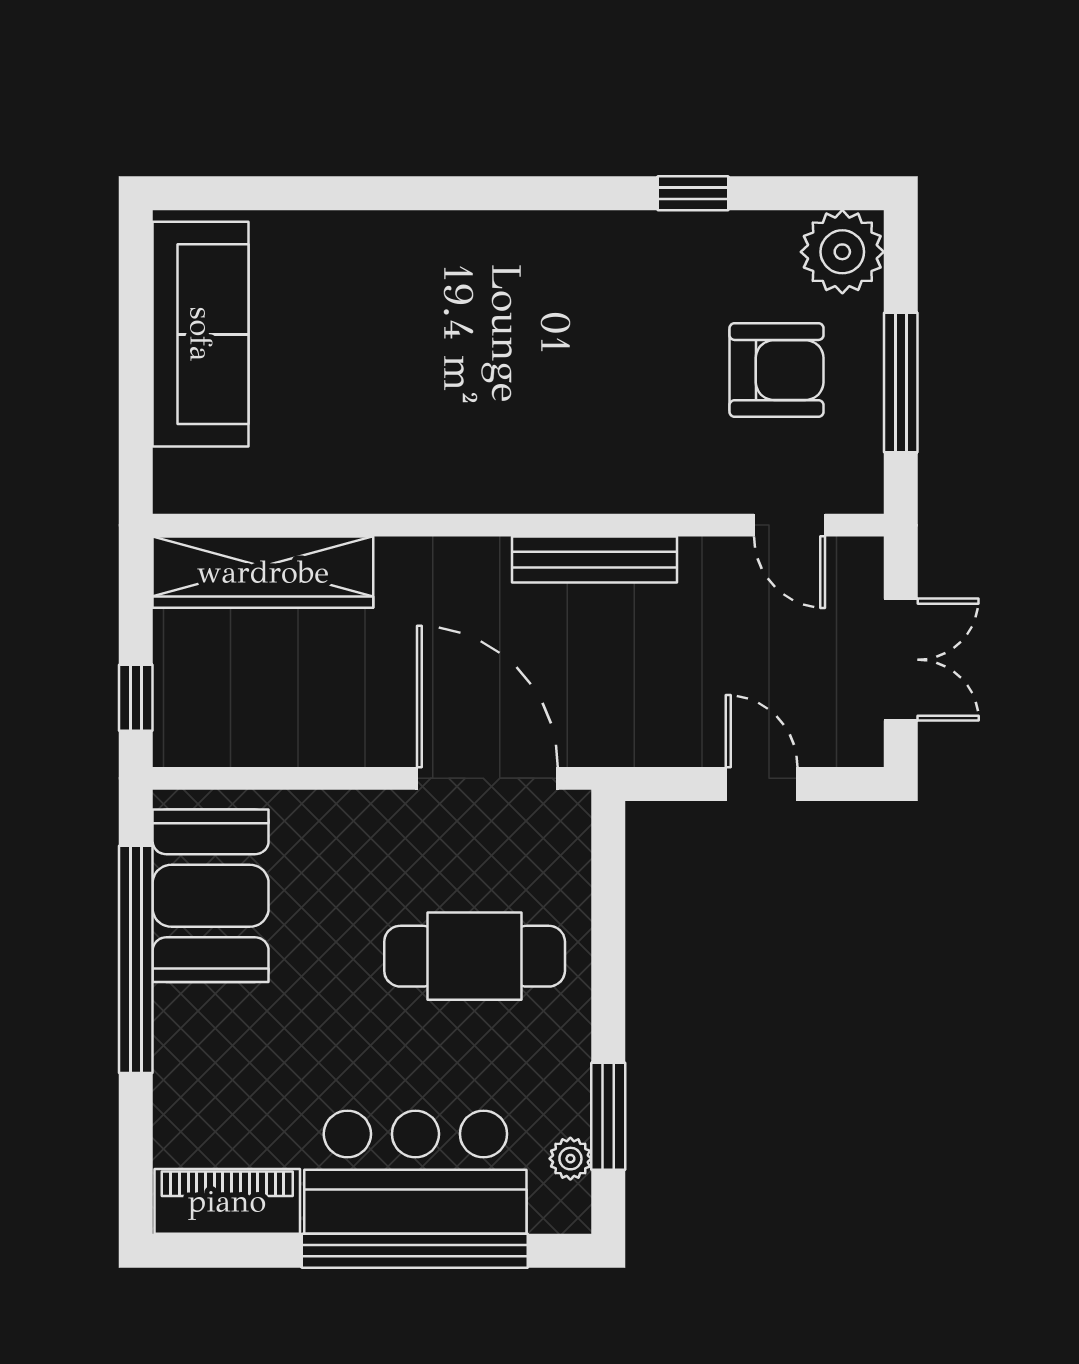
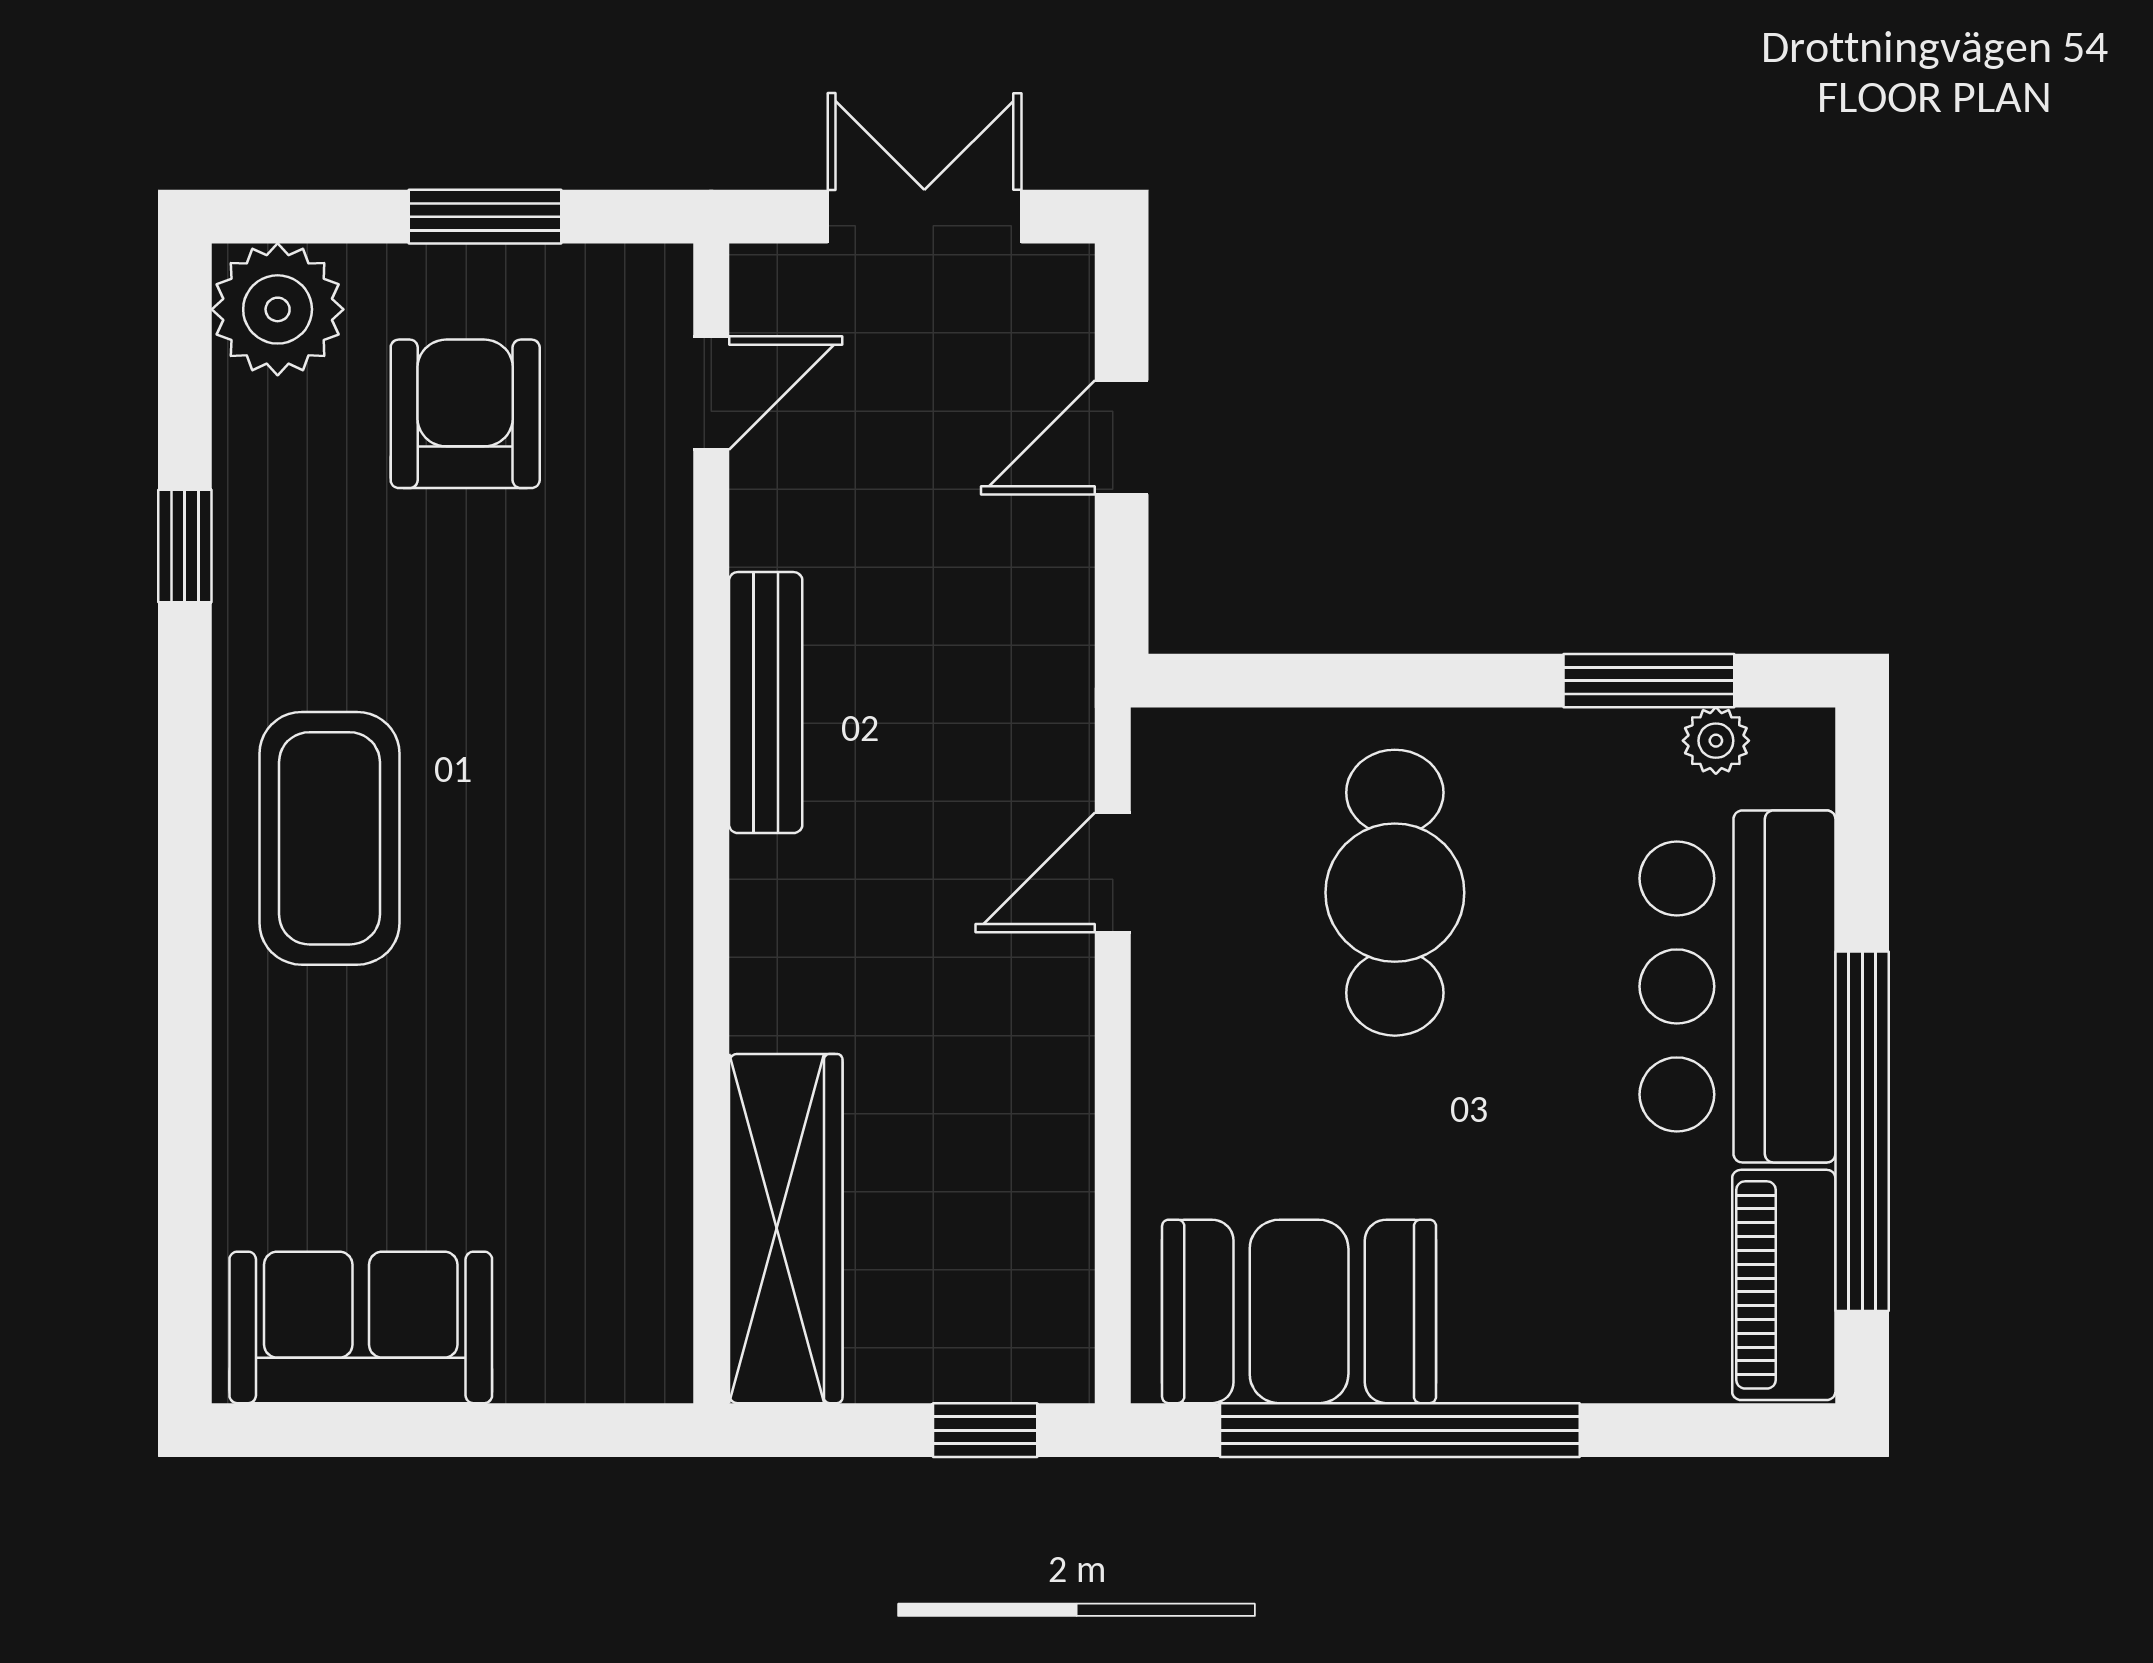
coffee table: (509, 284) -> (329, 838), added
sofa: (201, 334) -> (361, 1327), width x0.73
window: (901, 382) -> (485, 217), width x0.69
door: (487, 778) -> (1113, 872), width x0.53
window: (415, 1251) -> (1862, 1131), moved

